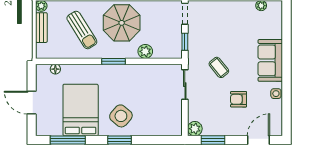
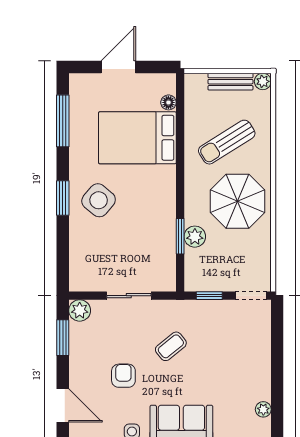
window: (113, 61) -> (180, 236), moved
sliding door: (185, 85) -> (129, 296), moved
bed: (81, 110) -> (137, 138), moved, turned 180

